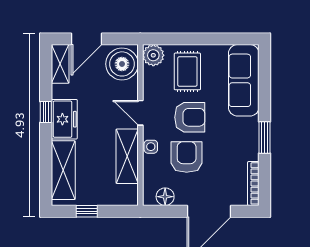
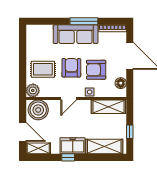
sofa: (244, 80) -> (76, 34), moved
window: (265, 137) -> (84, 21), width x1.44
shelving: (127, 156) -> (108, 107), moved

